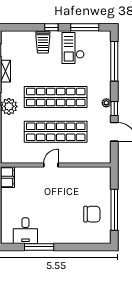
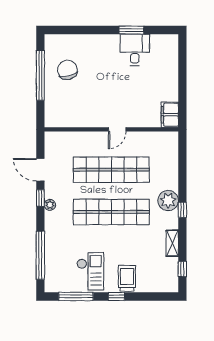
chair: (92, 214) -> (67, 70), turned 77
desk: (25, 231) -> (135, 50), moved
window: (39, 247) -> (131, 30), width x0.69

